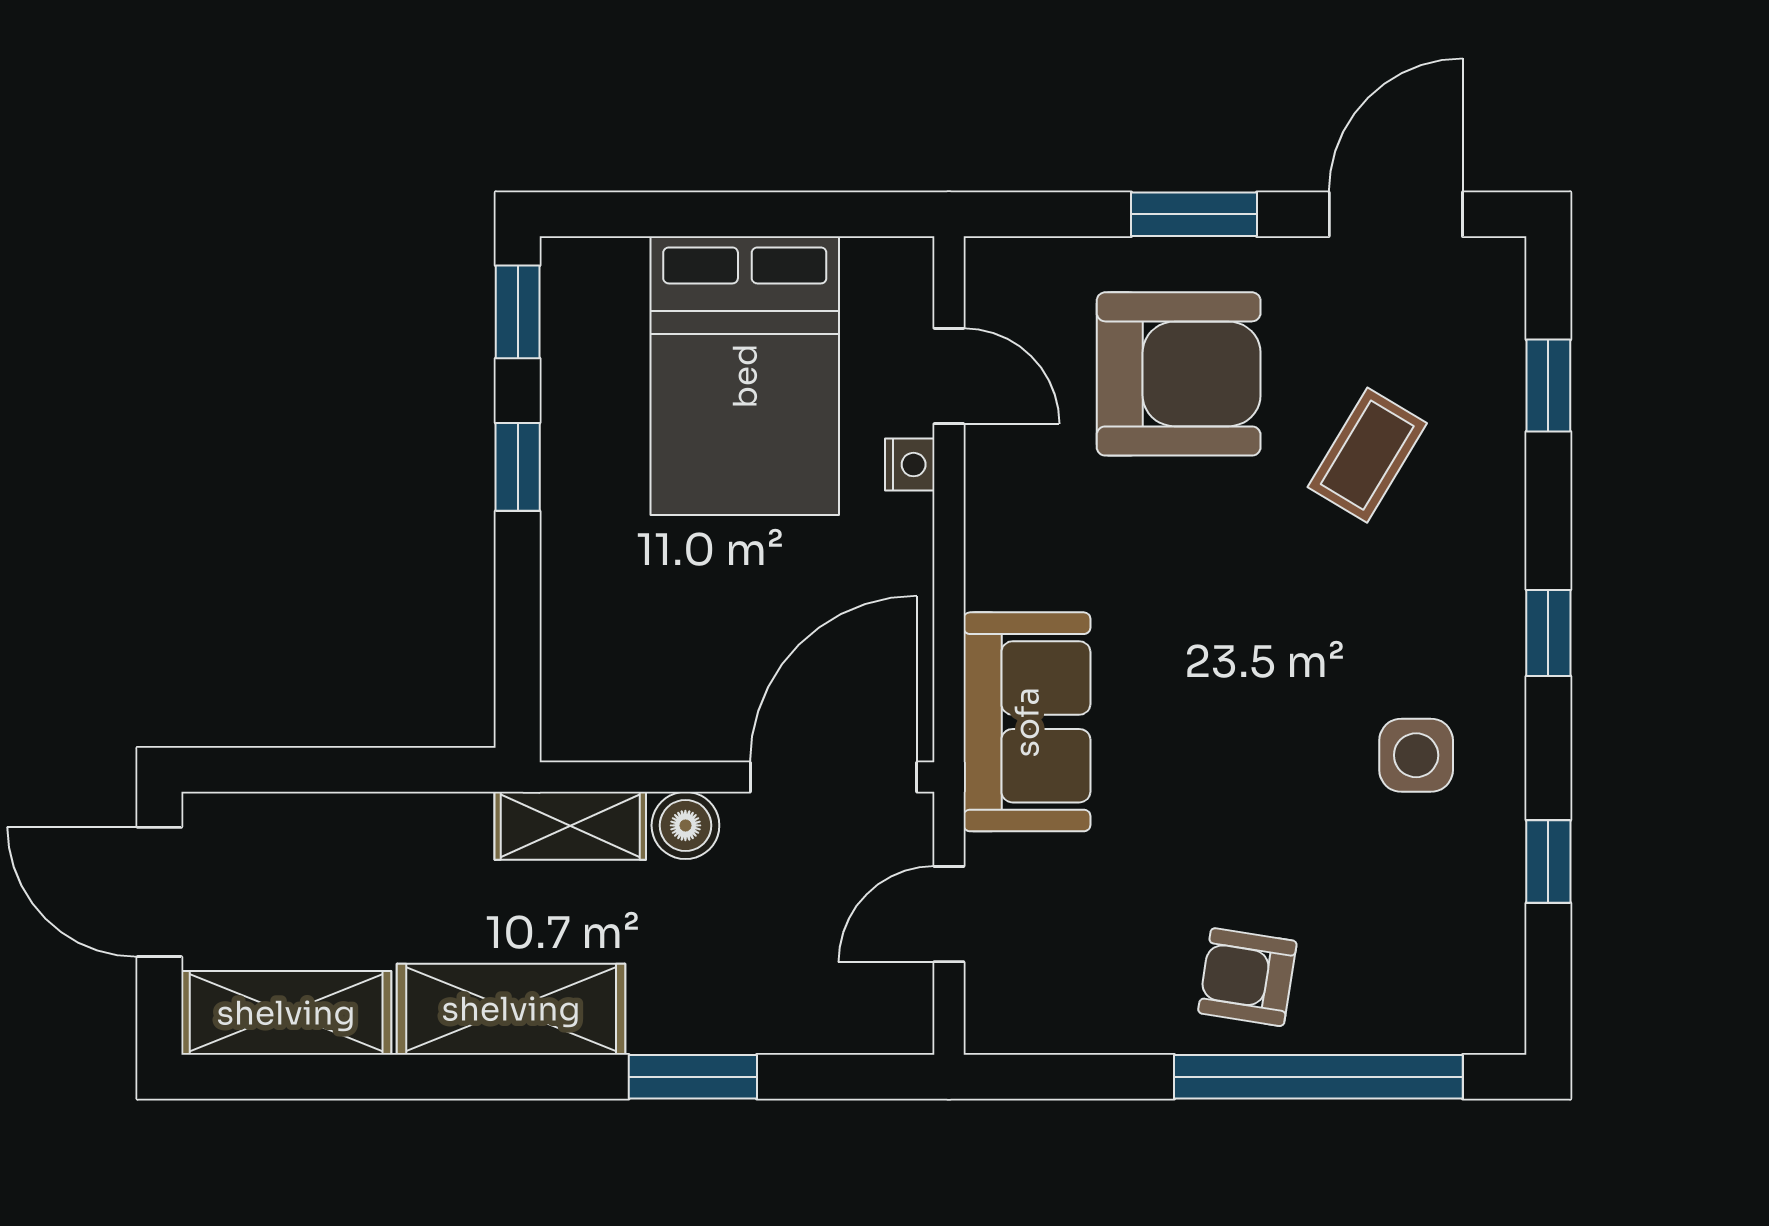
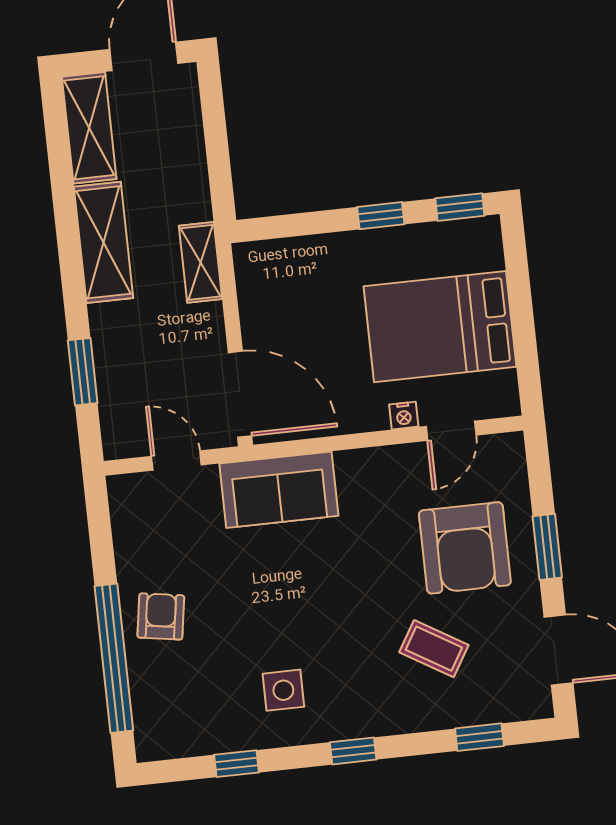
boiler: (685, 825) -> (207, 321), removed
window: (693, 1077) -> (83, 372), moved

